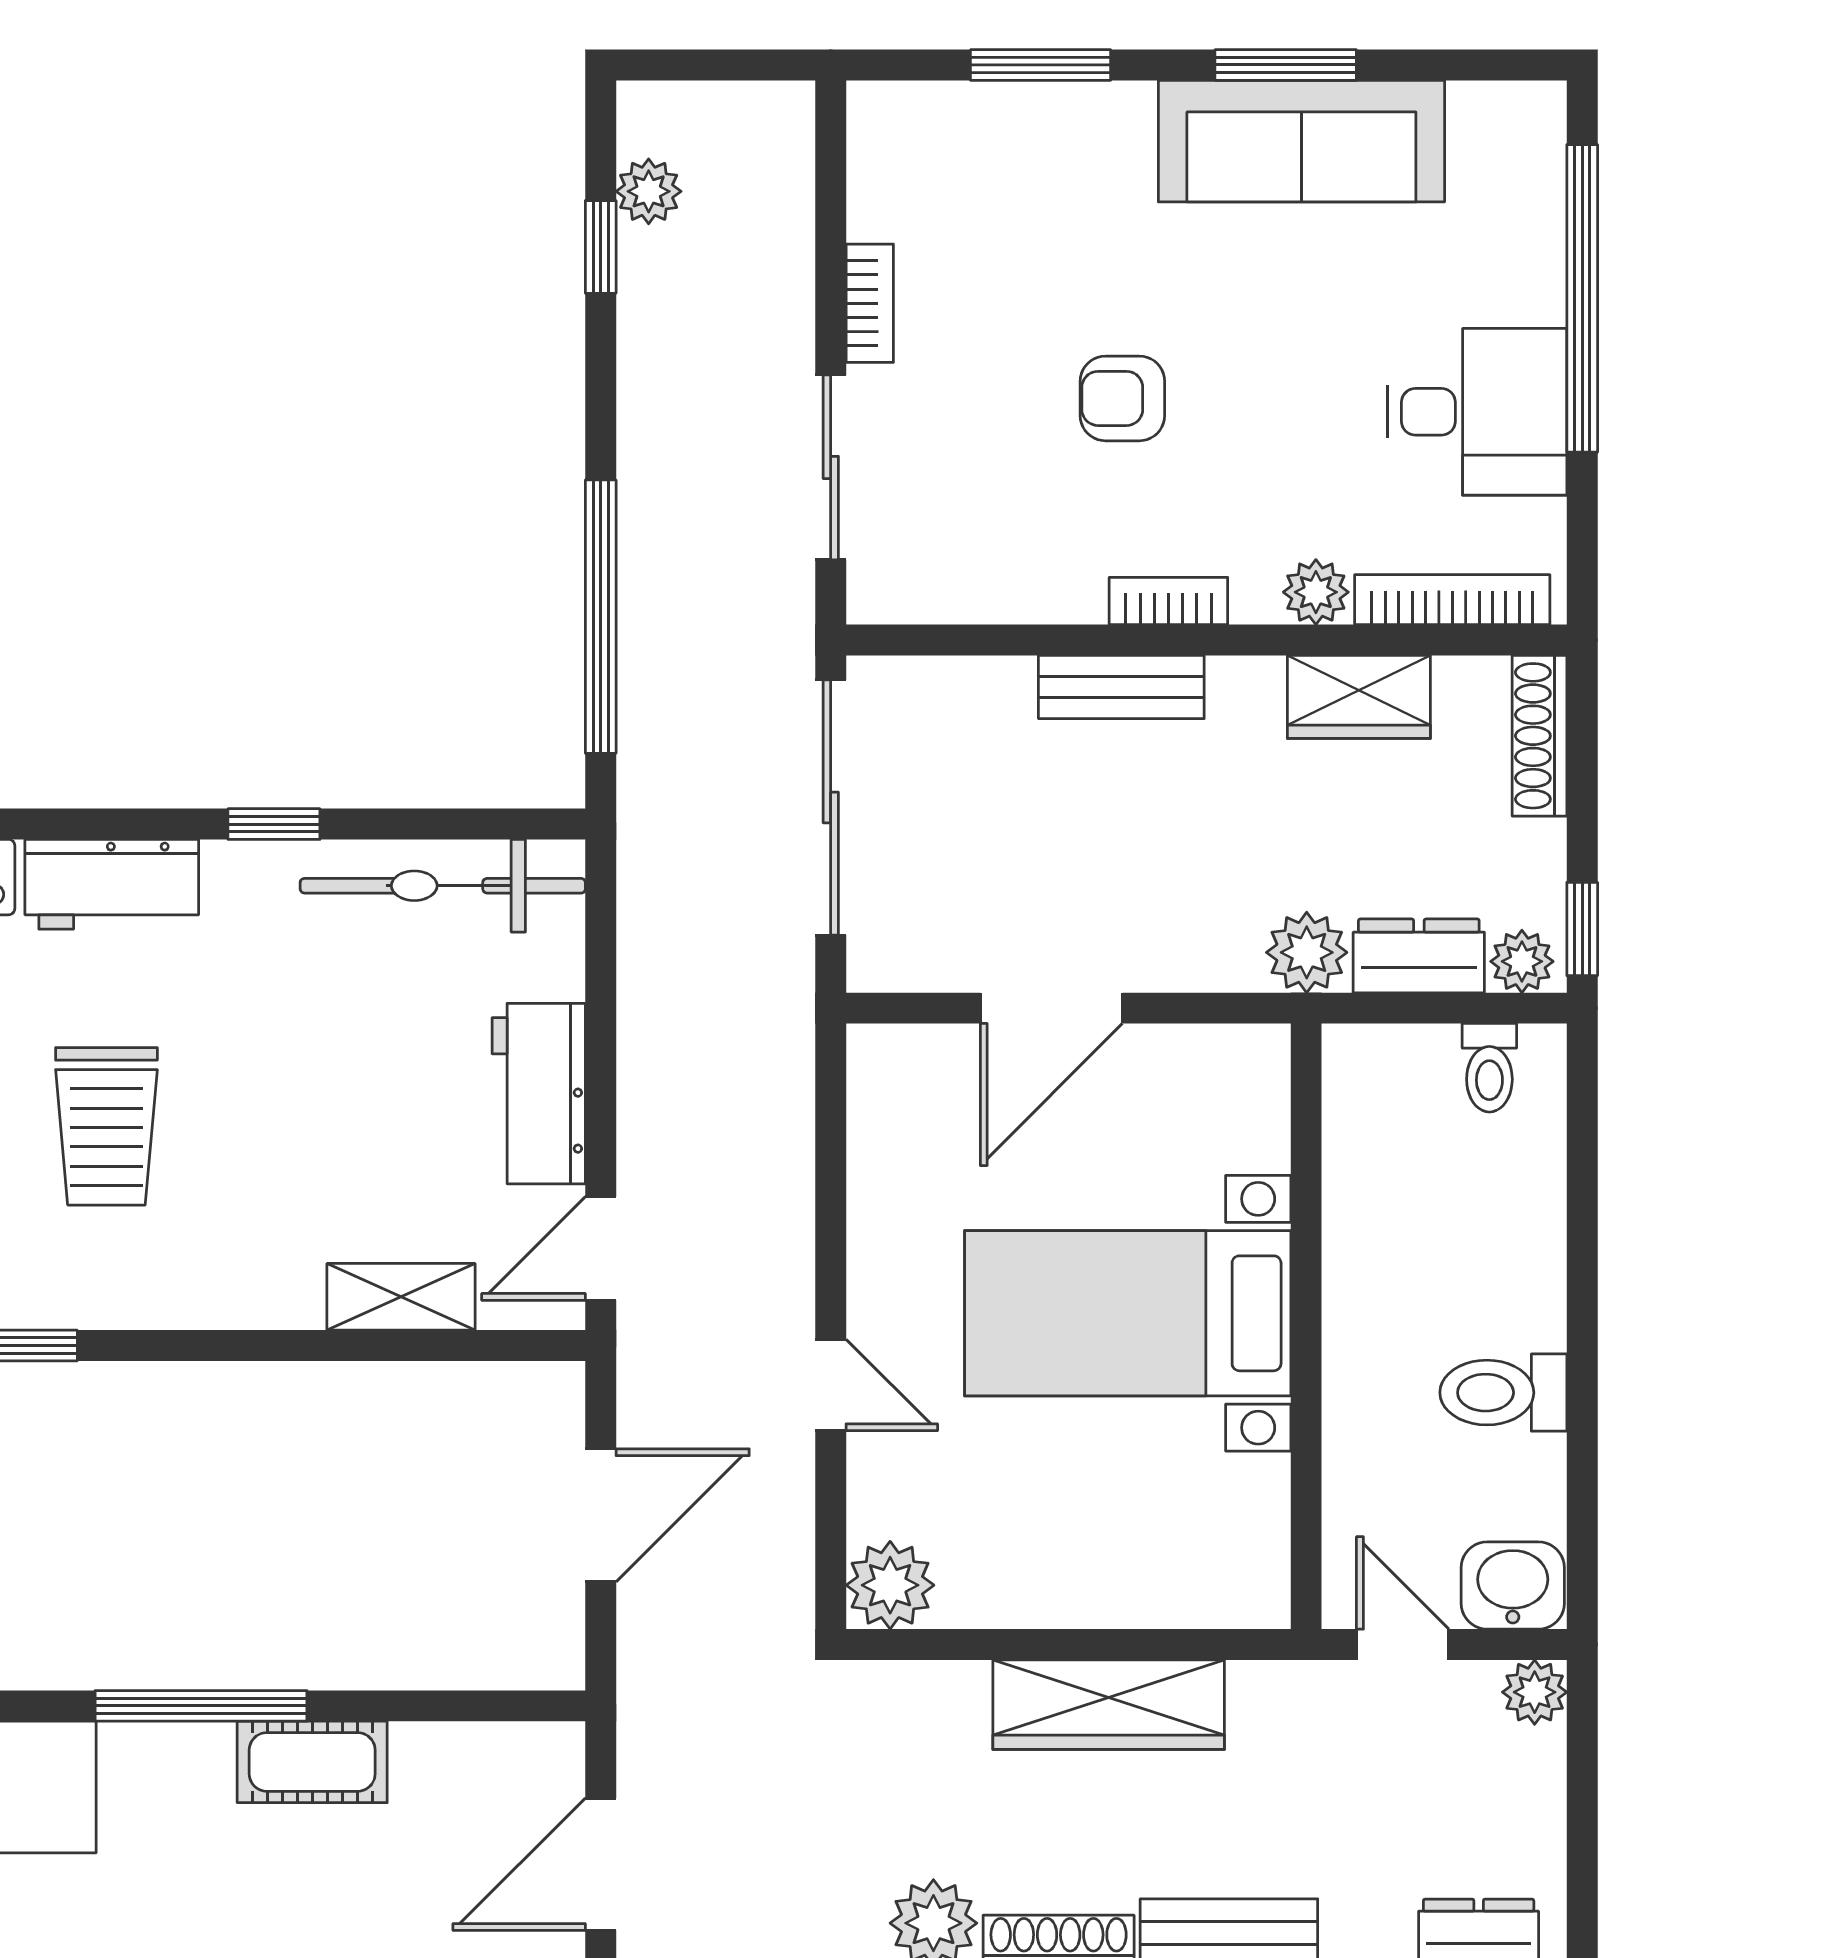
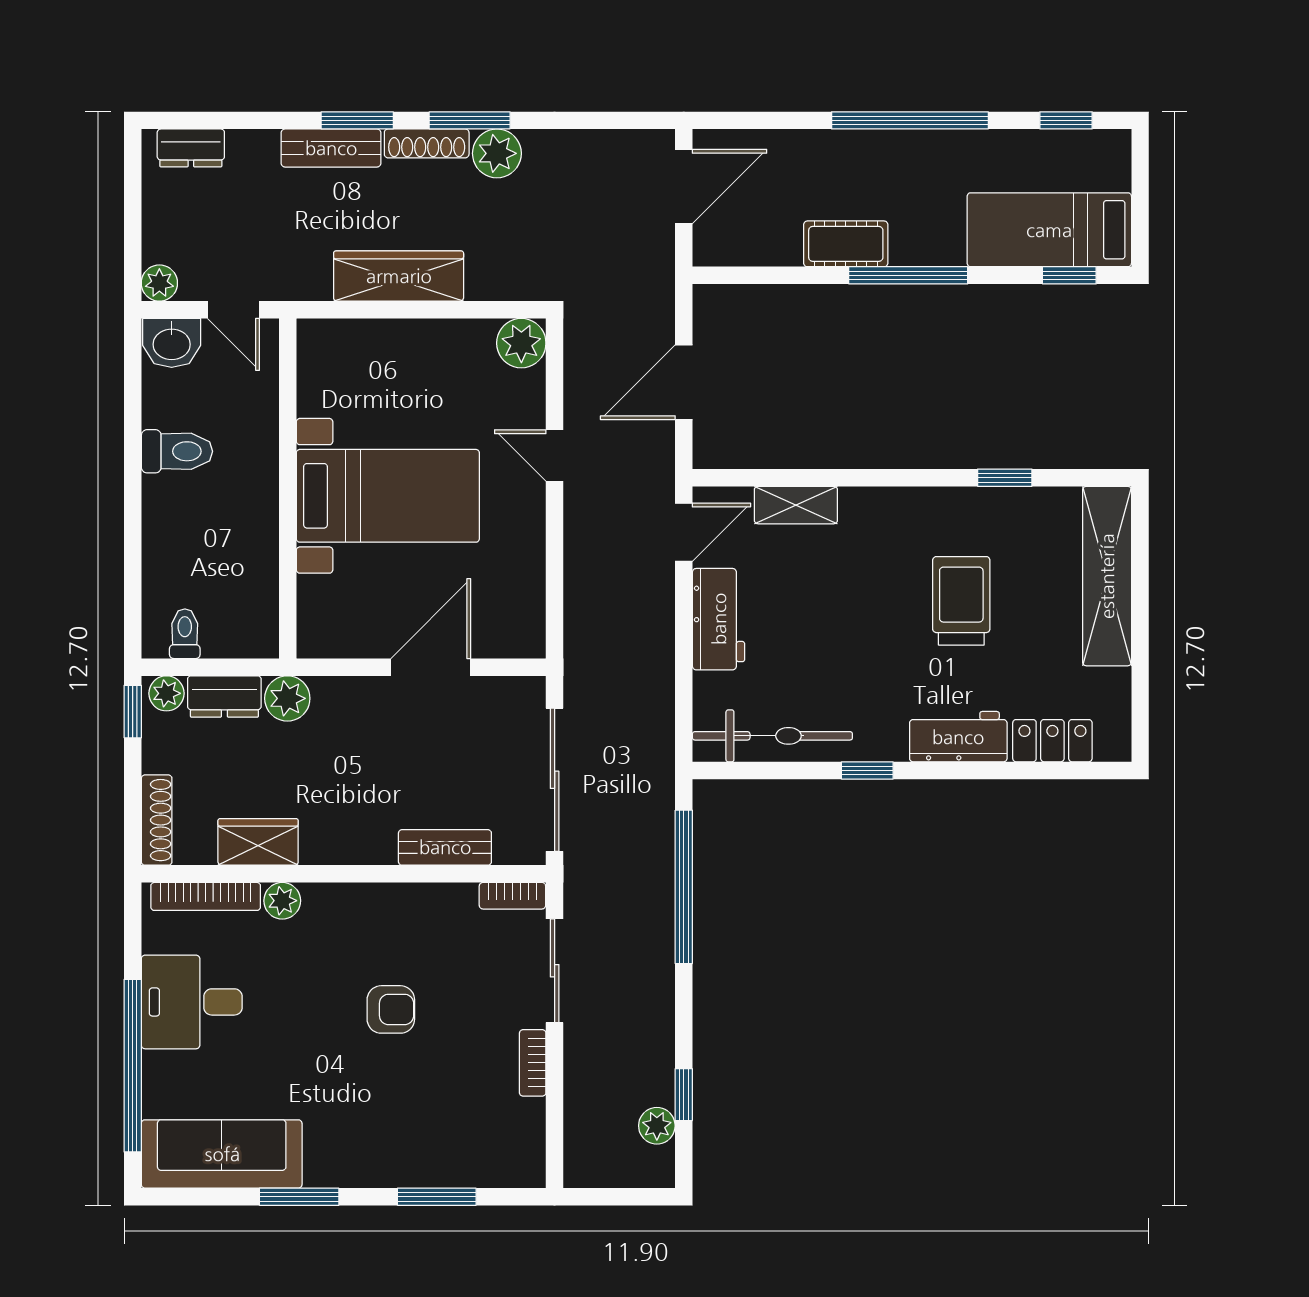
sofa: (1301, 141) -> (222, 1154), moved
bookcase: (1168, 601) -> (512, 896), moved
bench: (1121, 687) -> (445, 847), moved

